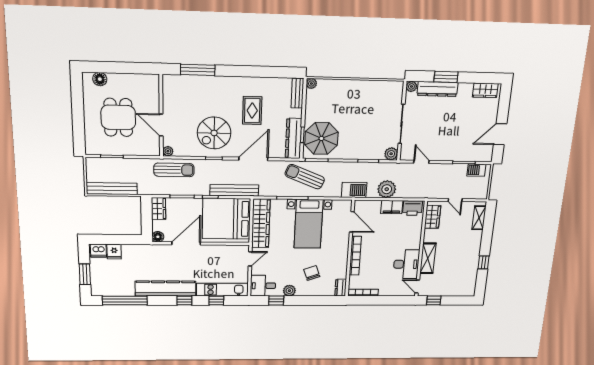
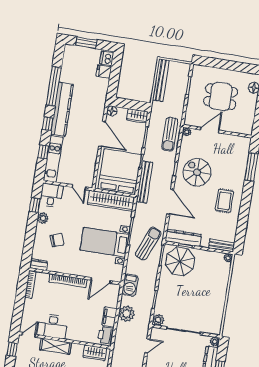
rug: (252, 110) -> (224, 201), moved, turned 90
window: (125, 301) -> (54, 86), moved

